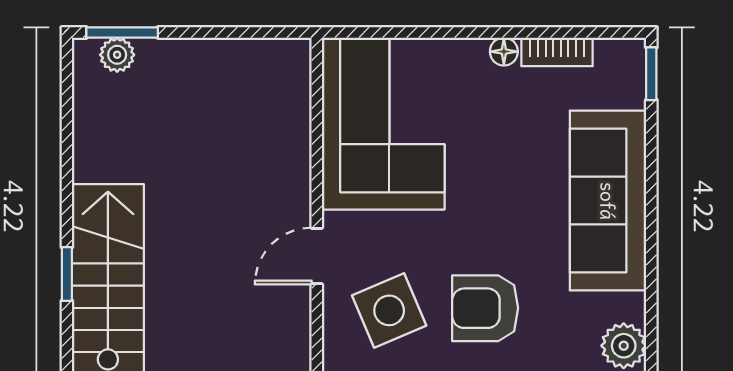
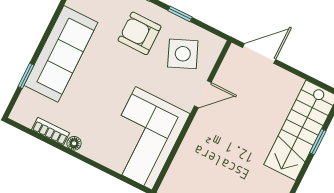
window: (651, 74) -> (26, 76), moved
armchair: (485, 308) -> (140, 33), turned 180

